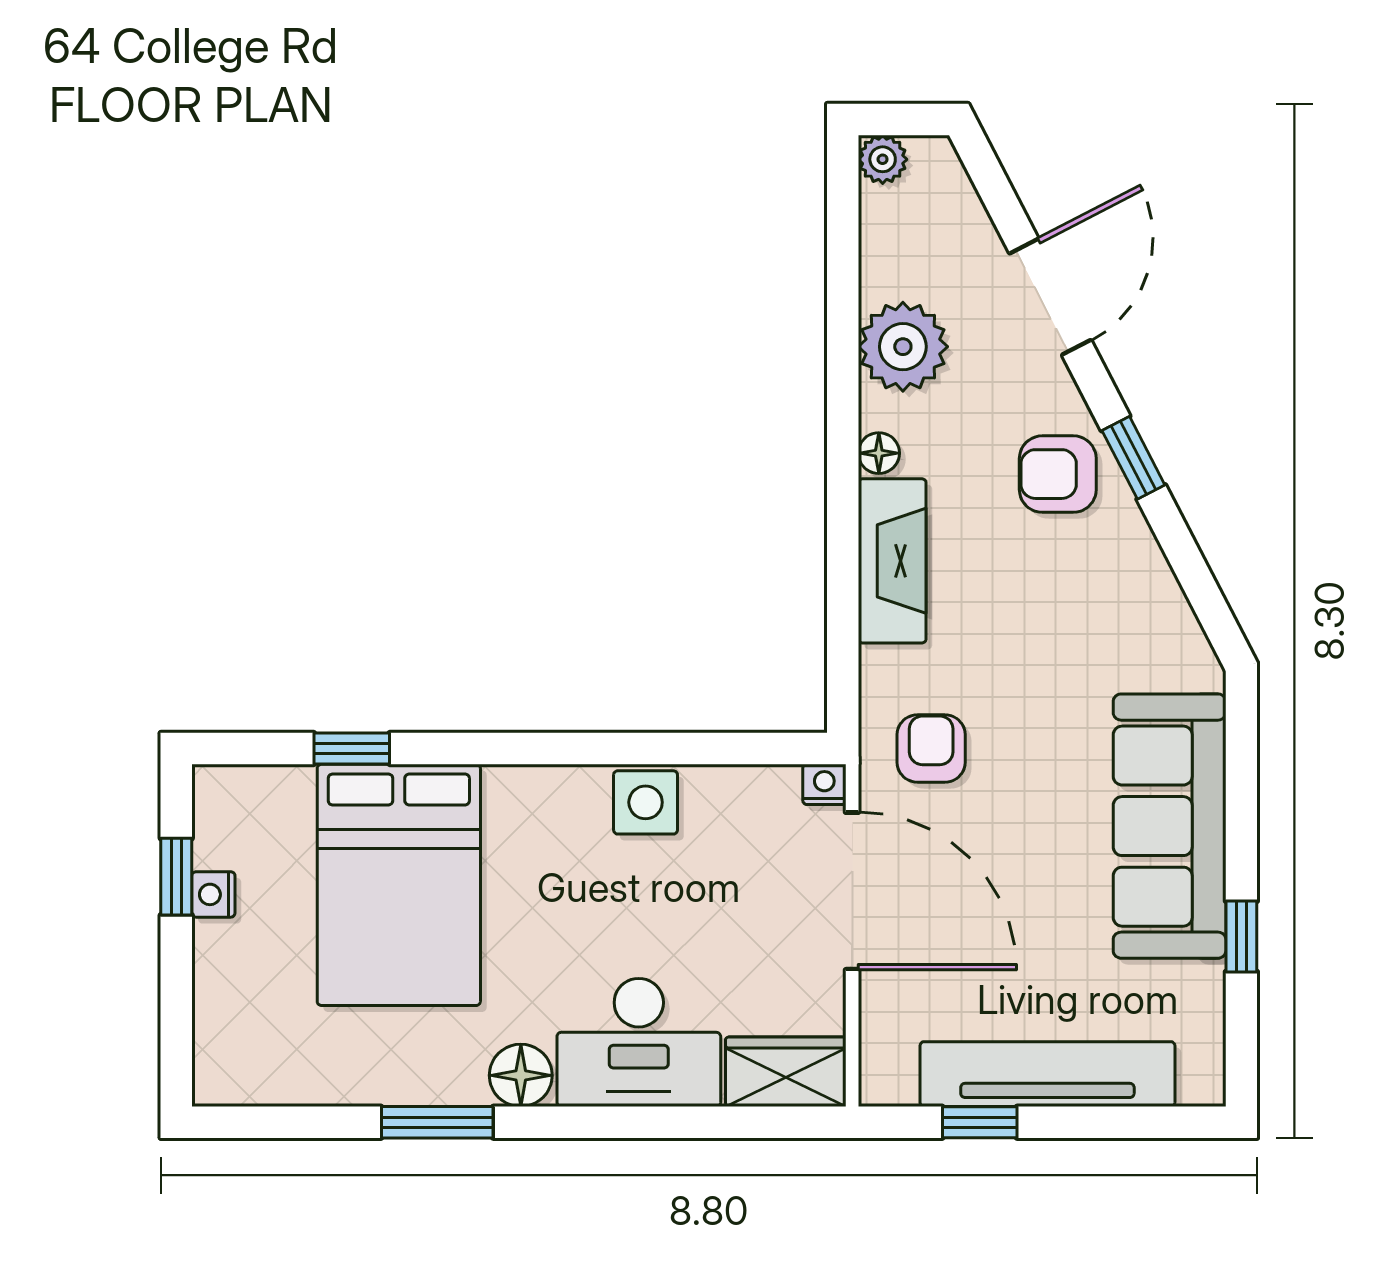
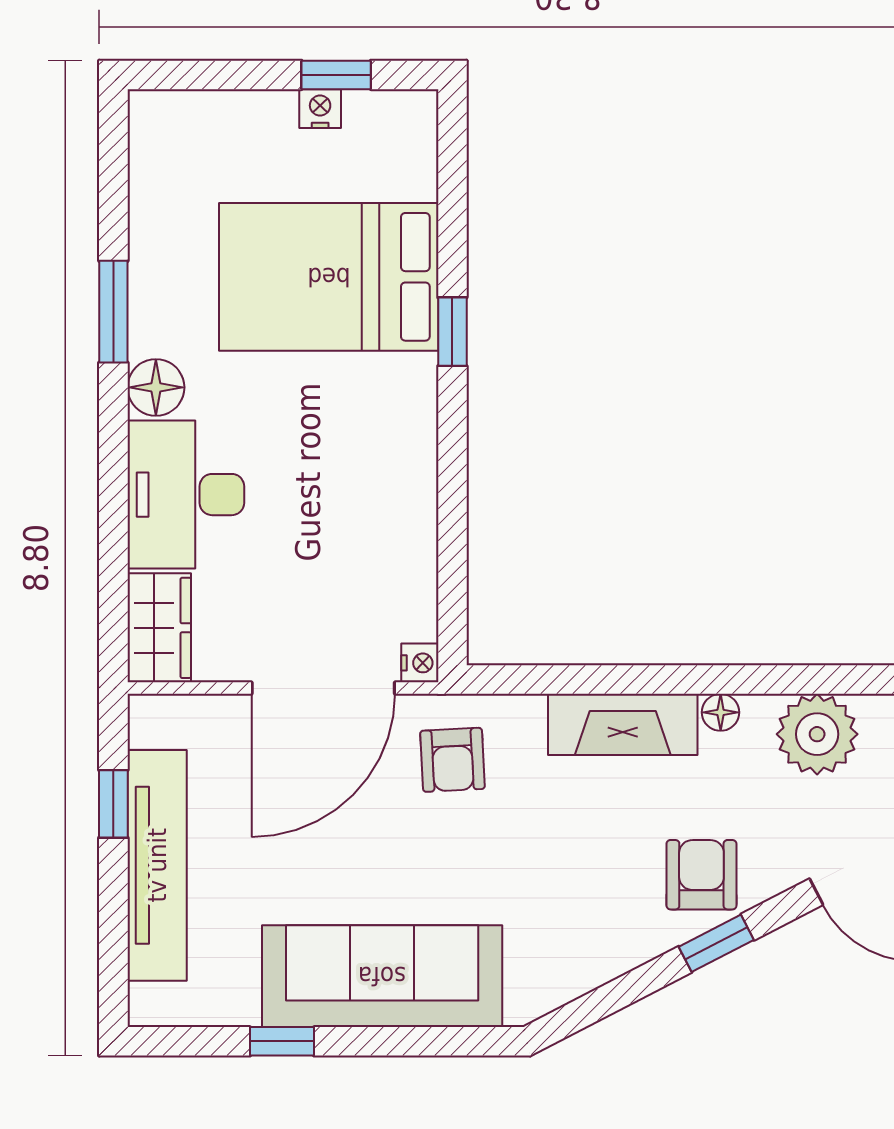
armchair: (931, 748) -> (453, 760), turned 87
window: (352, 749) -> (452, 332), moved
side table: (646, 802) -> (404, 501), removed

